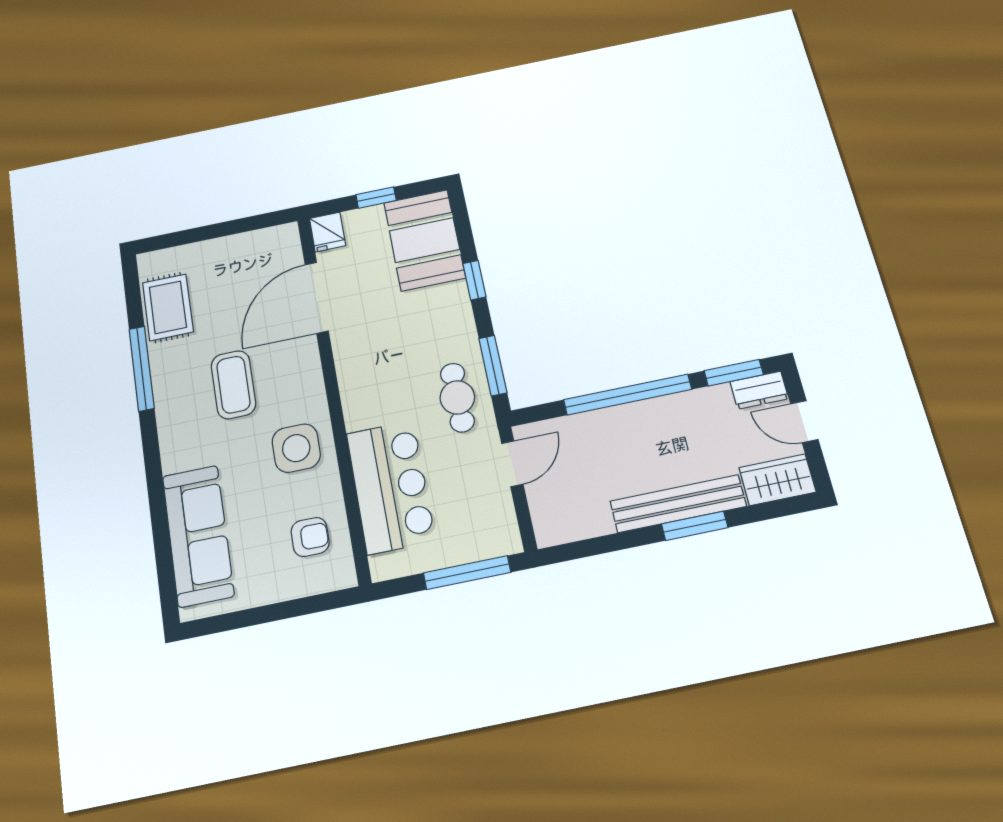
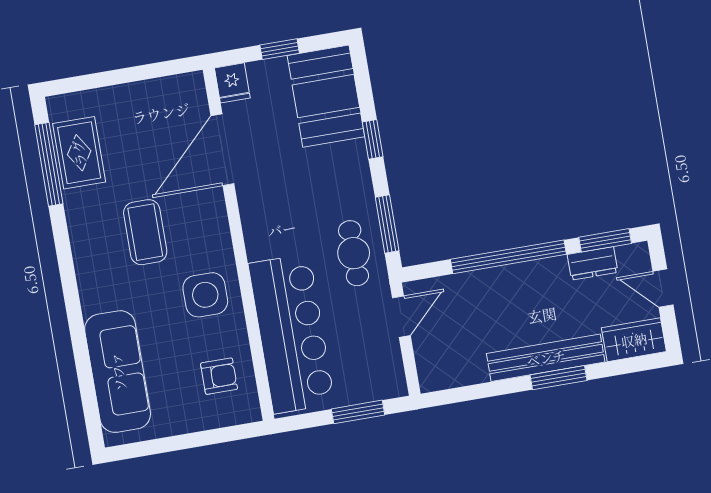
window: (142, 369) -> (49, 164), moved
dresser: (759, 390) -> (593, 263), moved
bar counter: (391, 487) -> (291, 334), width x1.36
window: (467, 573) -> (358, 412), width x0.69

